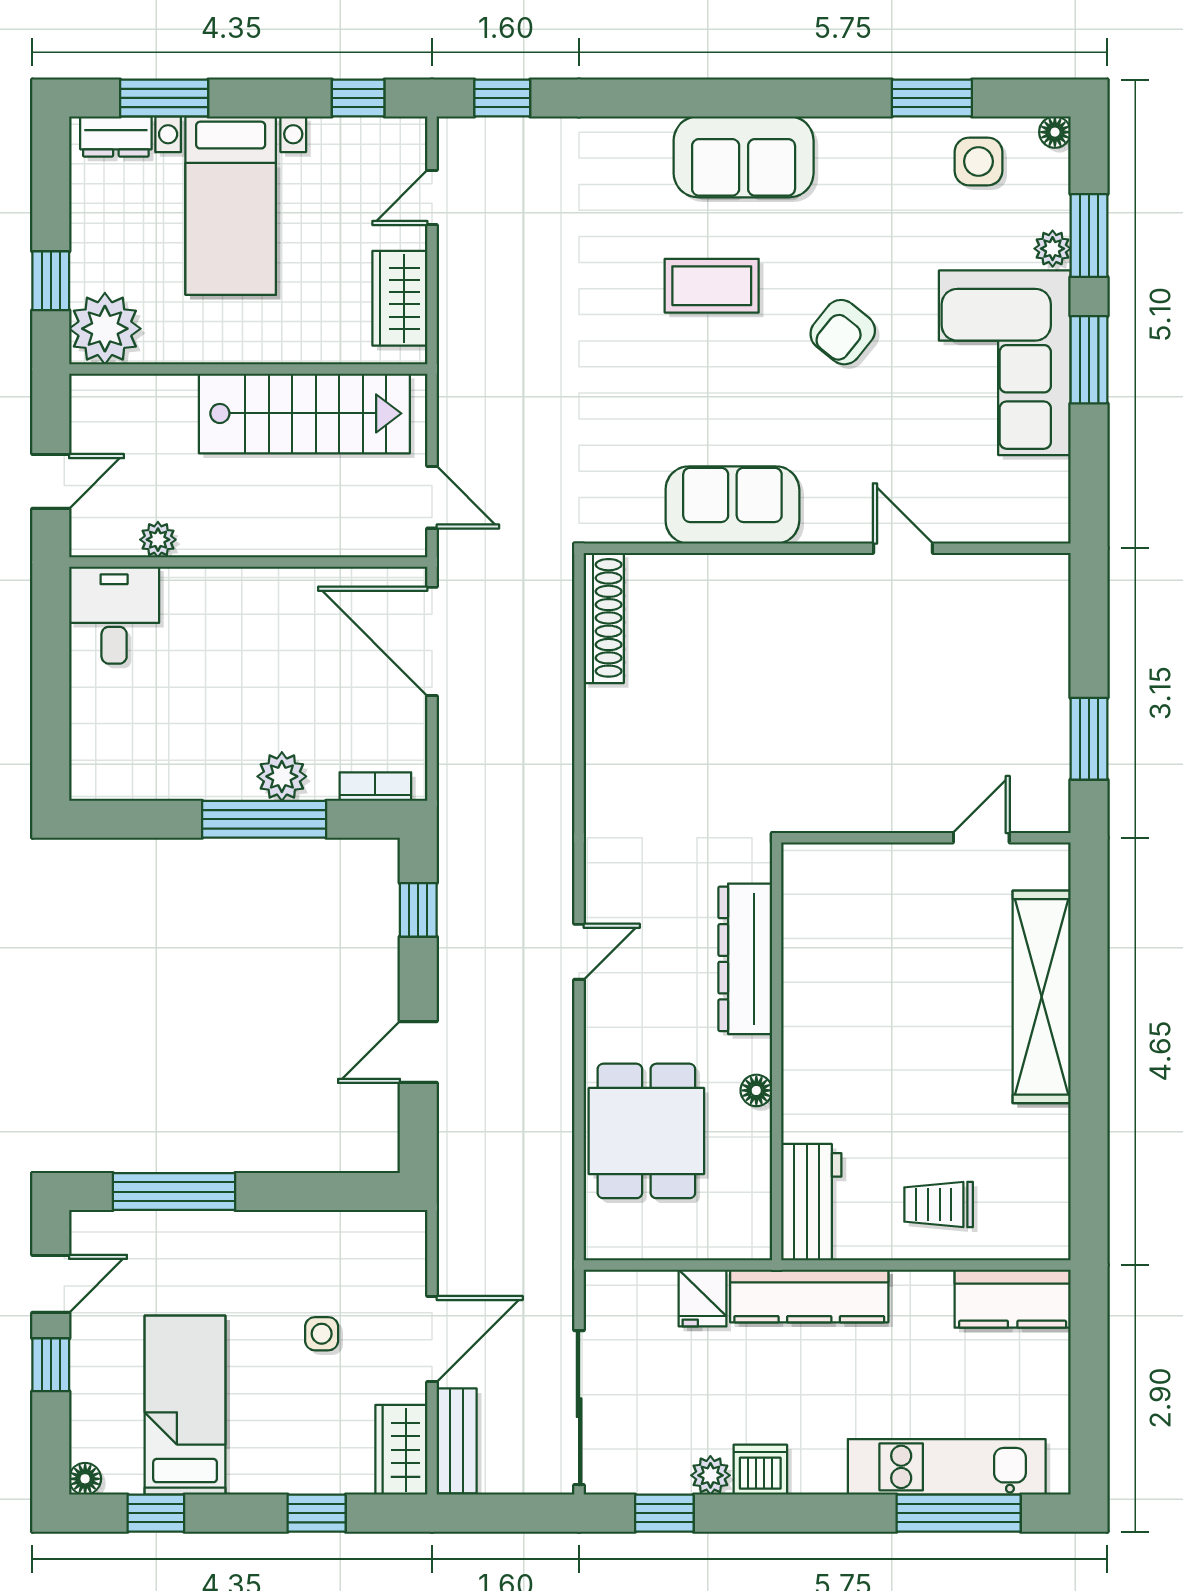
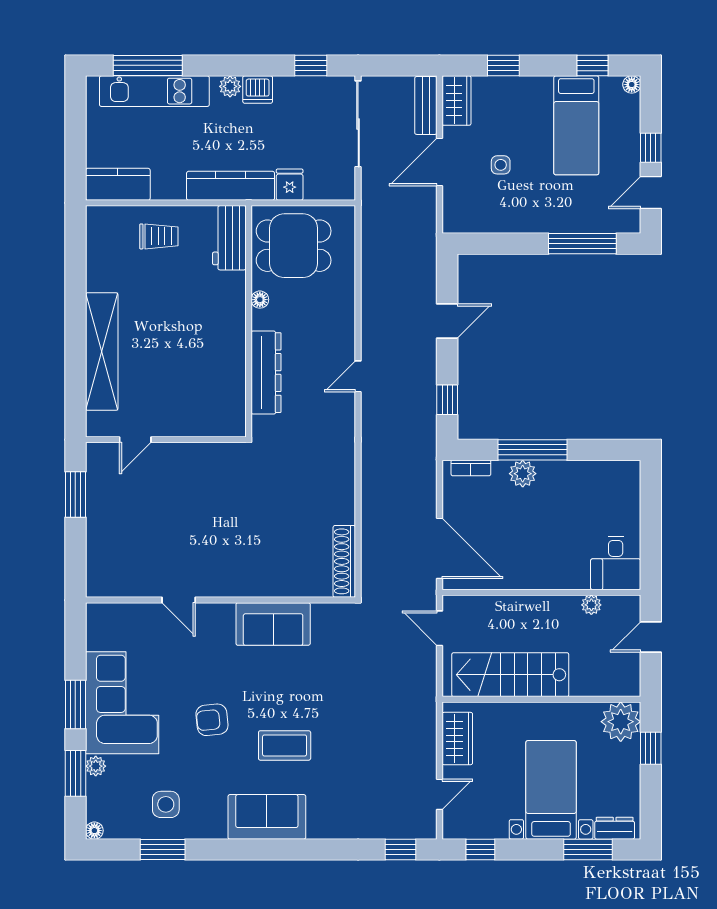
side table: (978, 161) -> (166, 804), moved
armchair: (843, 332) -> (212, 720), turned -135
dining table: (646, 1131) -> (294, 246), moved, turned 90
plant: (710, 1475) -> (230, 86), moved

